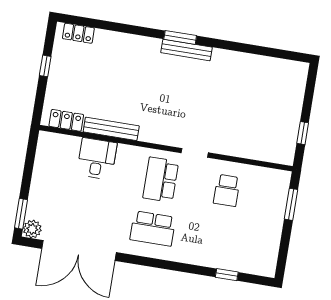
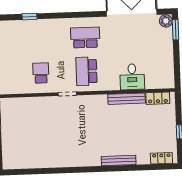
window: (180, 37) -> (93, 169), removed
bench: (187, 50) -> (119, 160), moved
school desk: (161, 180) -> (86, 71), turned 180

